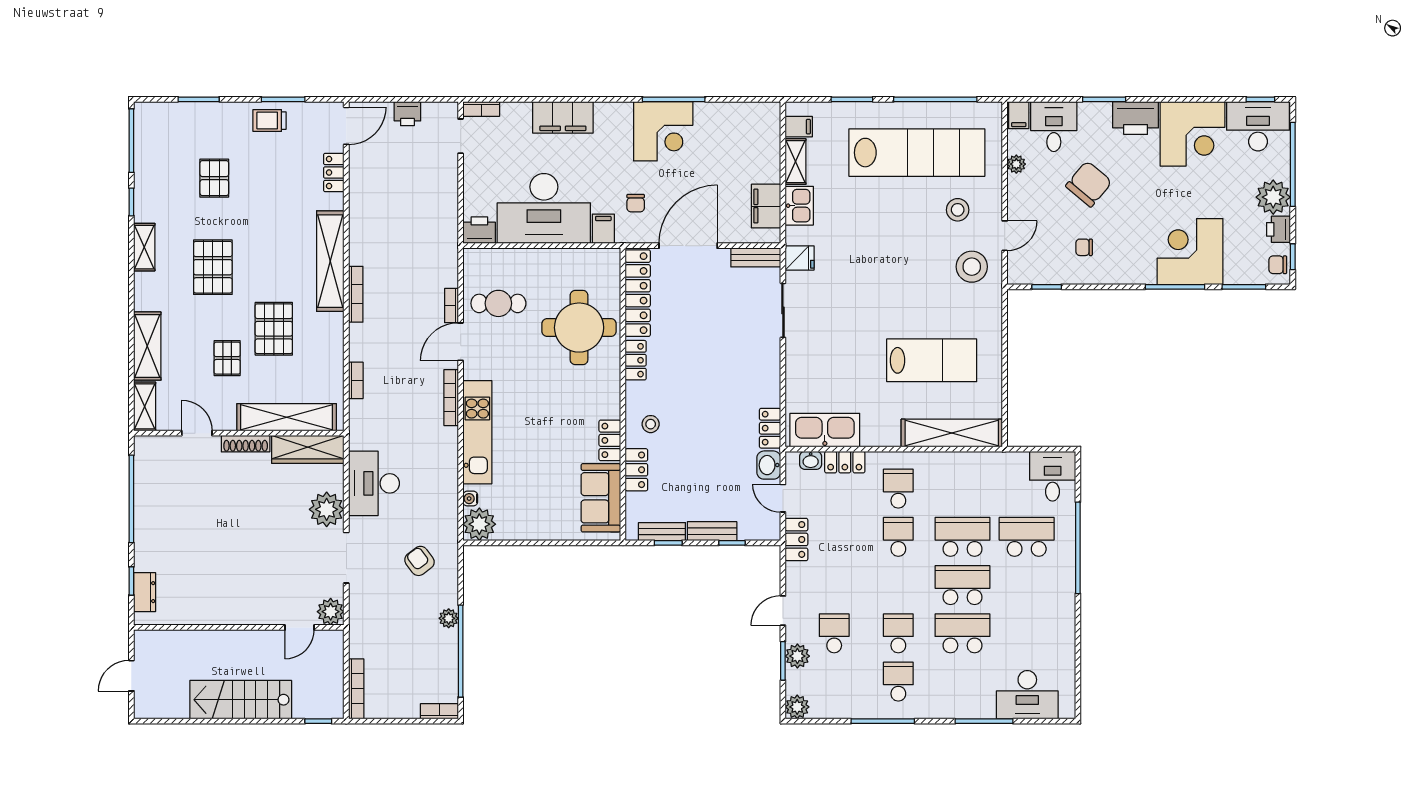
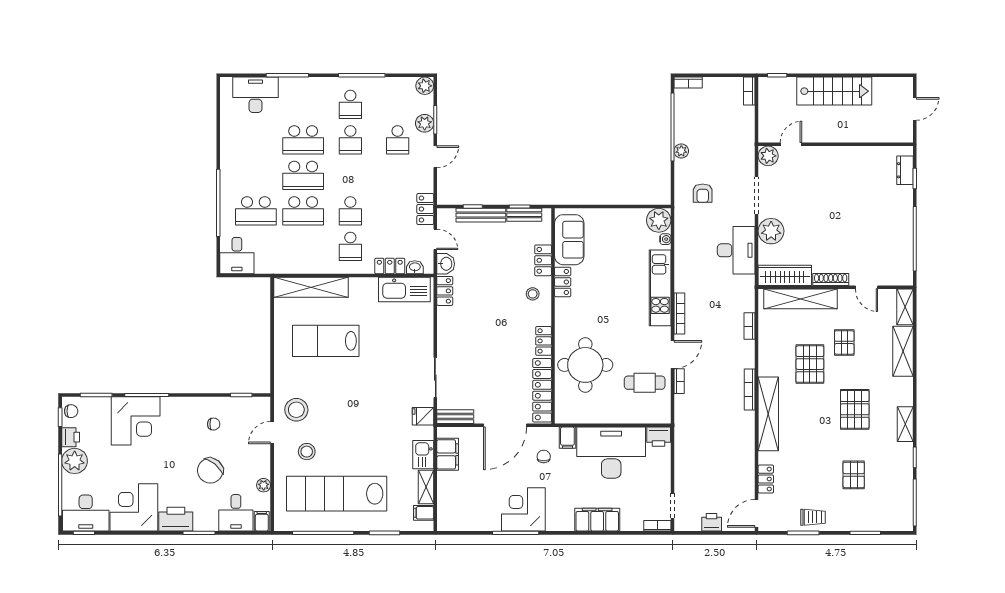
bench: (712, 531) -> (481, 215), width x1.36
armchair: (419, 561) -> (703, 193), turned 37
bookcase: (356, 689) -> (749, 91), width x0.64

